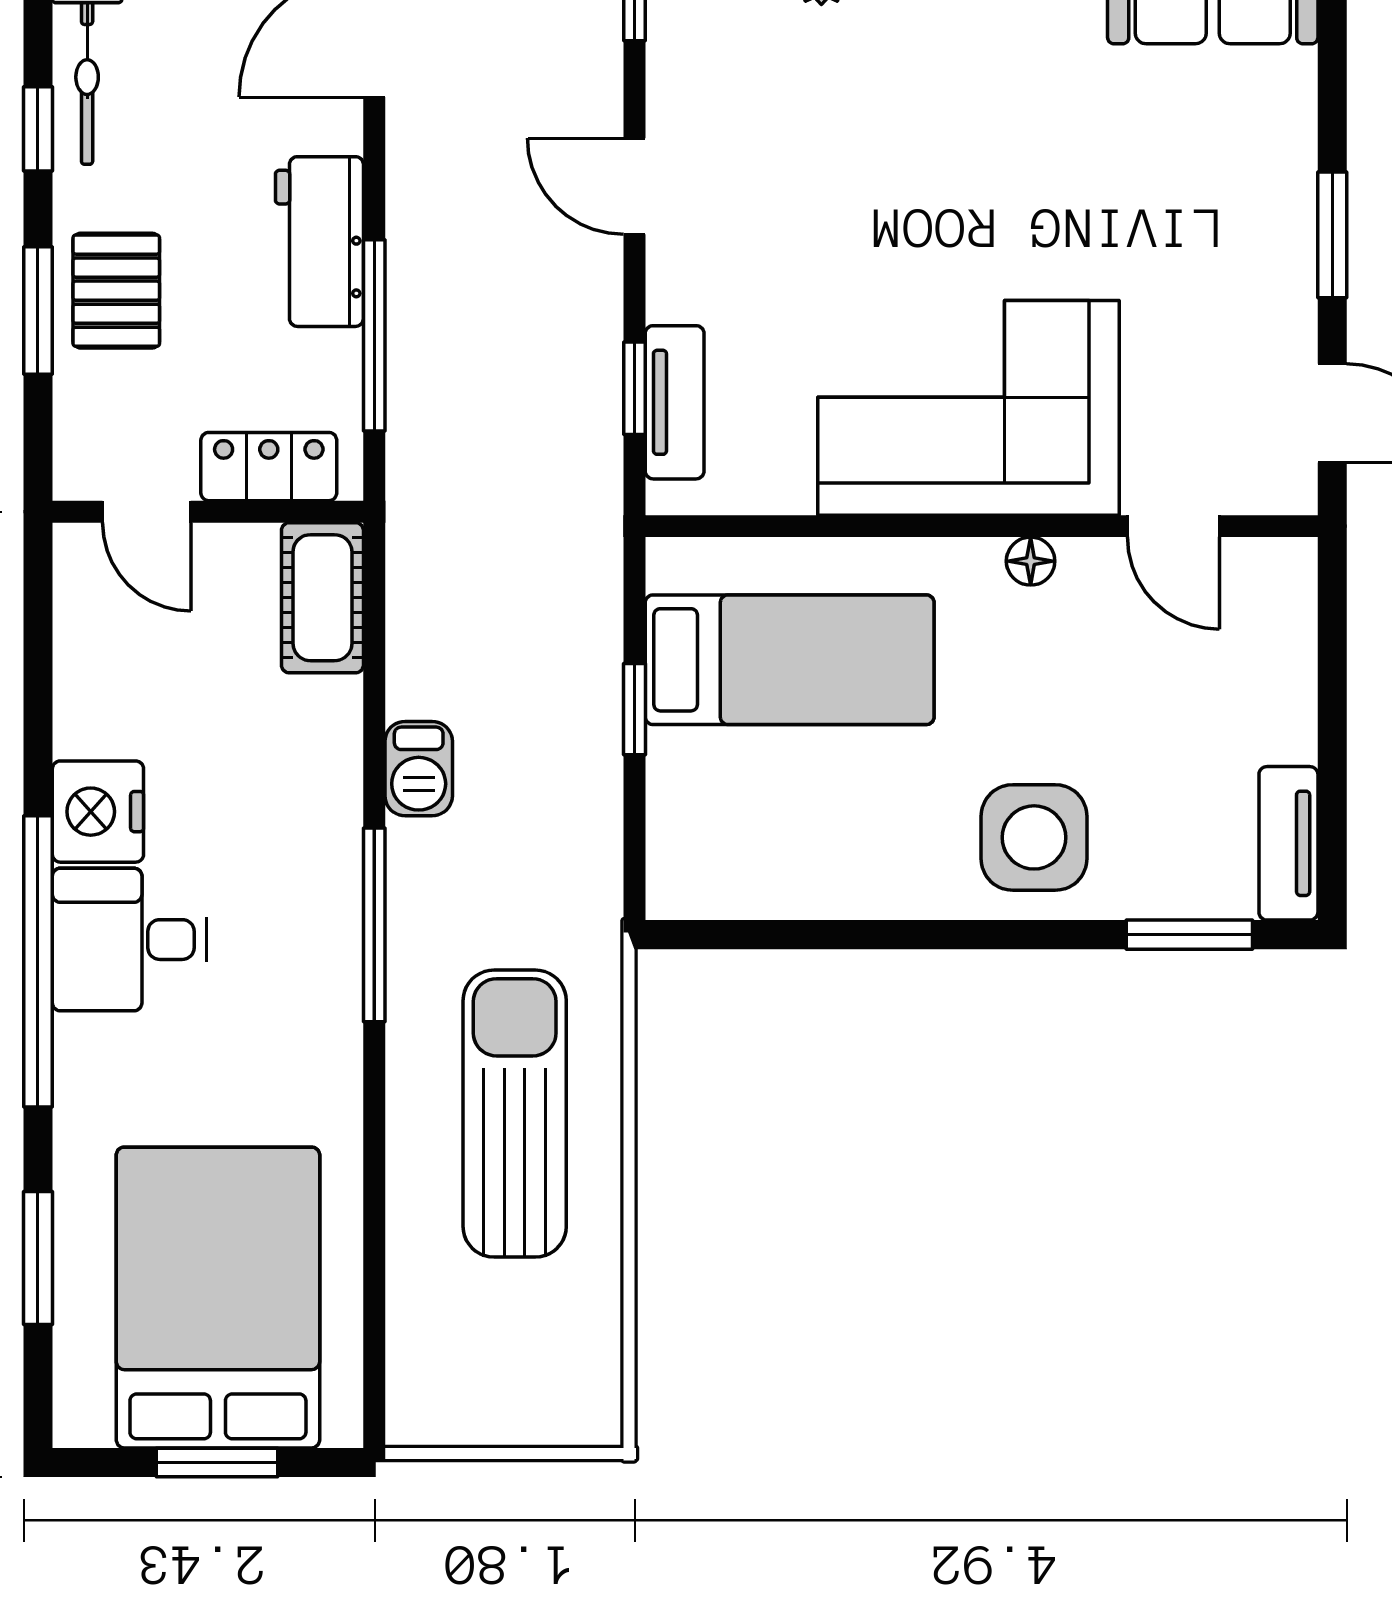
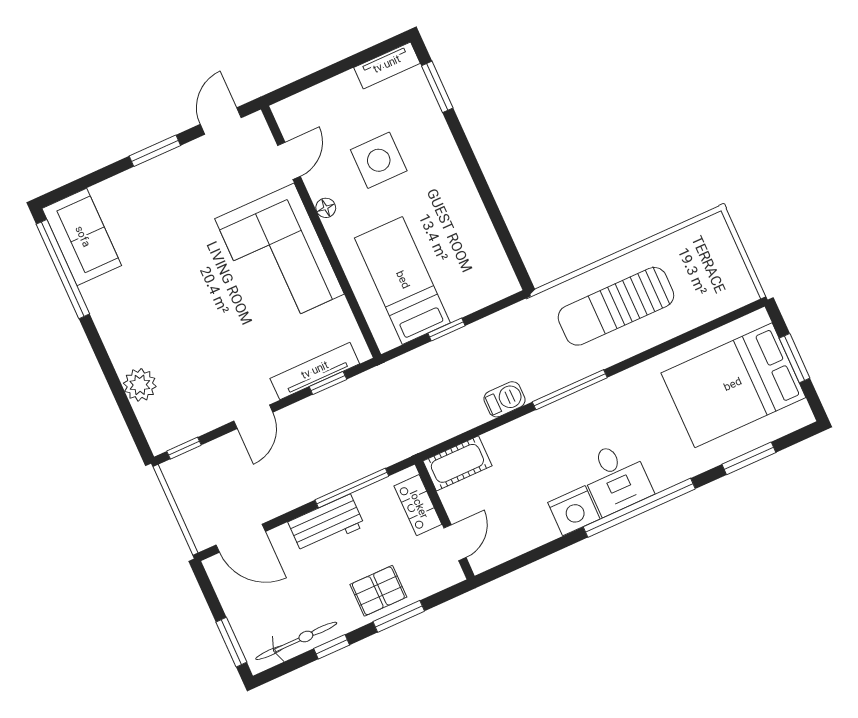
tv unit: (675, 402) -> (315, 371), width x1.41
side table: (1034, 837) -> (379, 160), moved

